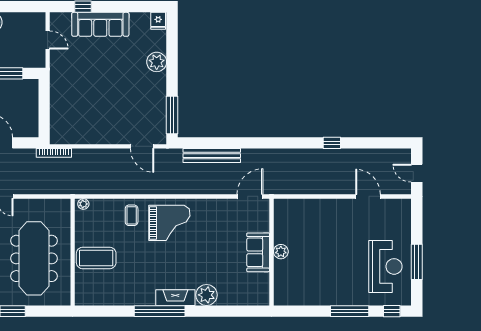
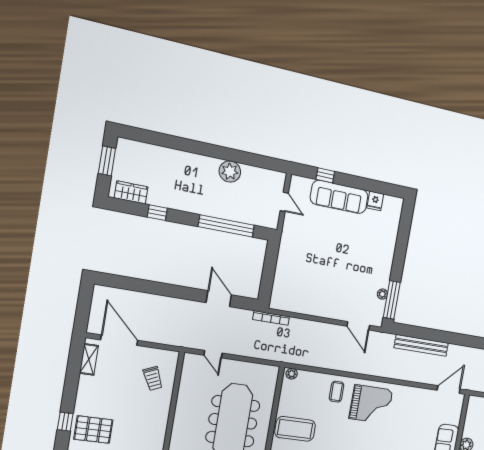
fridge: (158, 21) -> (375, 201), moved
plant: (157, 62) -> (382, 294), moved, width x0.53, depth x0.53

